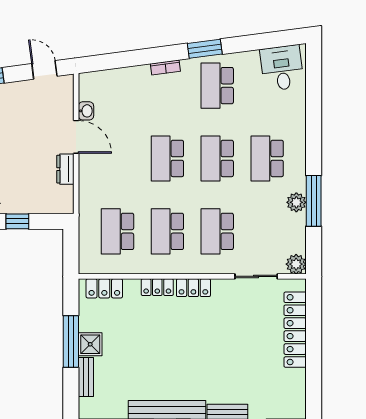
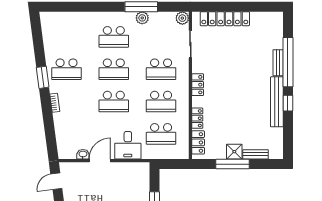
desk: (282, 68) -> (128, 145), moved, turned -83
dresser: (65, 169) -> (121, 168), removed
locker: (157, 287) -> (197, 118), moved

